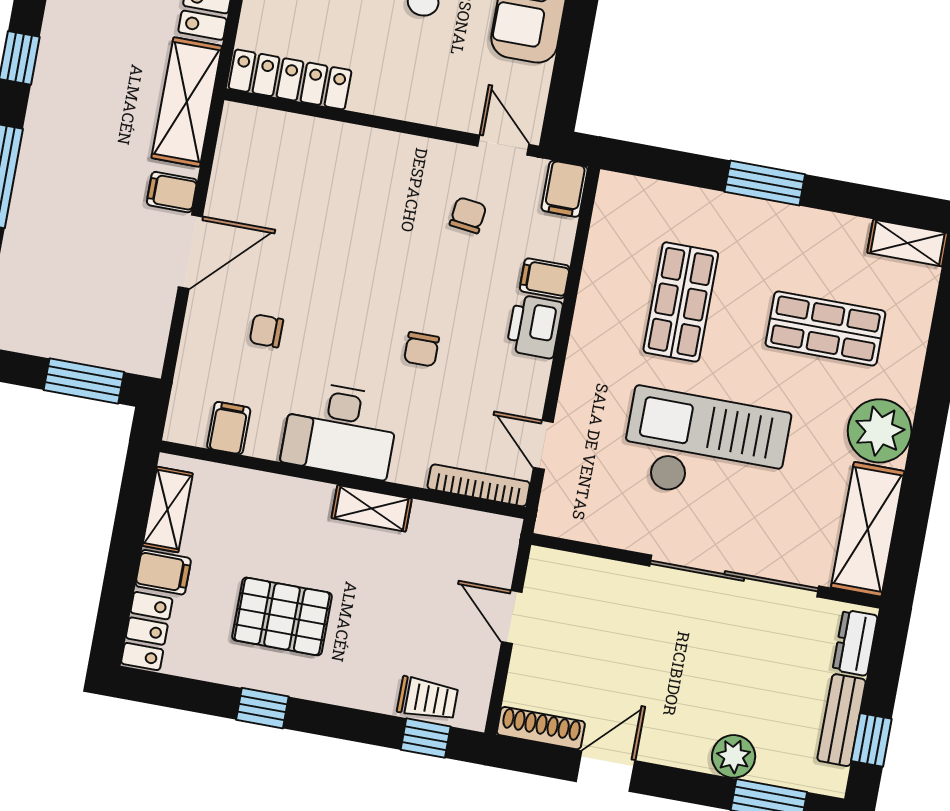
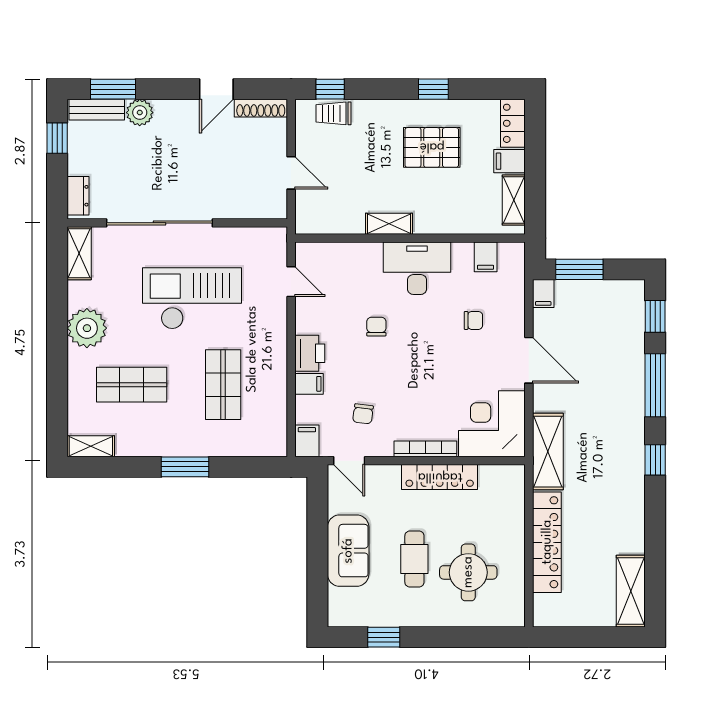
locker: (290, 79) -> (440, 477), moved
corner desk: (267, 162) -> (492, 424), added
filing cabinet: (172, 192) -> (543, 294), moved, turned 90
door: (190, 252) -> (529, 360), swing flipped
checkout: (705, 447) -> (192, 298), turned 180
bookcase: (479, 485) -> (425, 449), moved, turned 180
shelving: (868, 529) -> (79, 253), width x0.67, depth x0.75
bench: (841, 720) -> (97, 110), moved, turned 90

